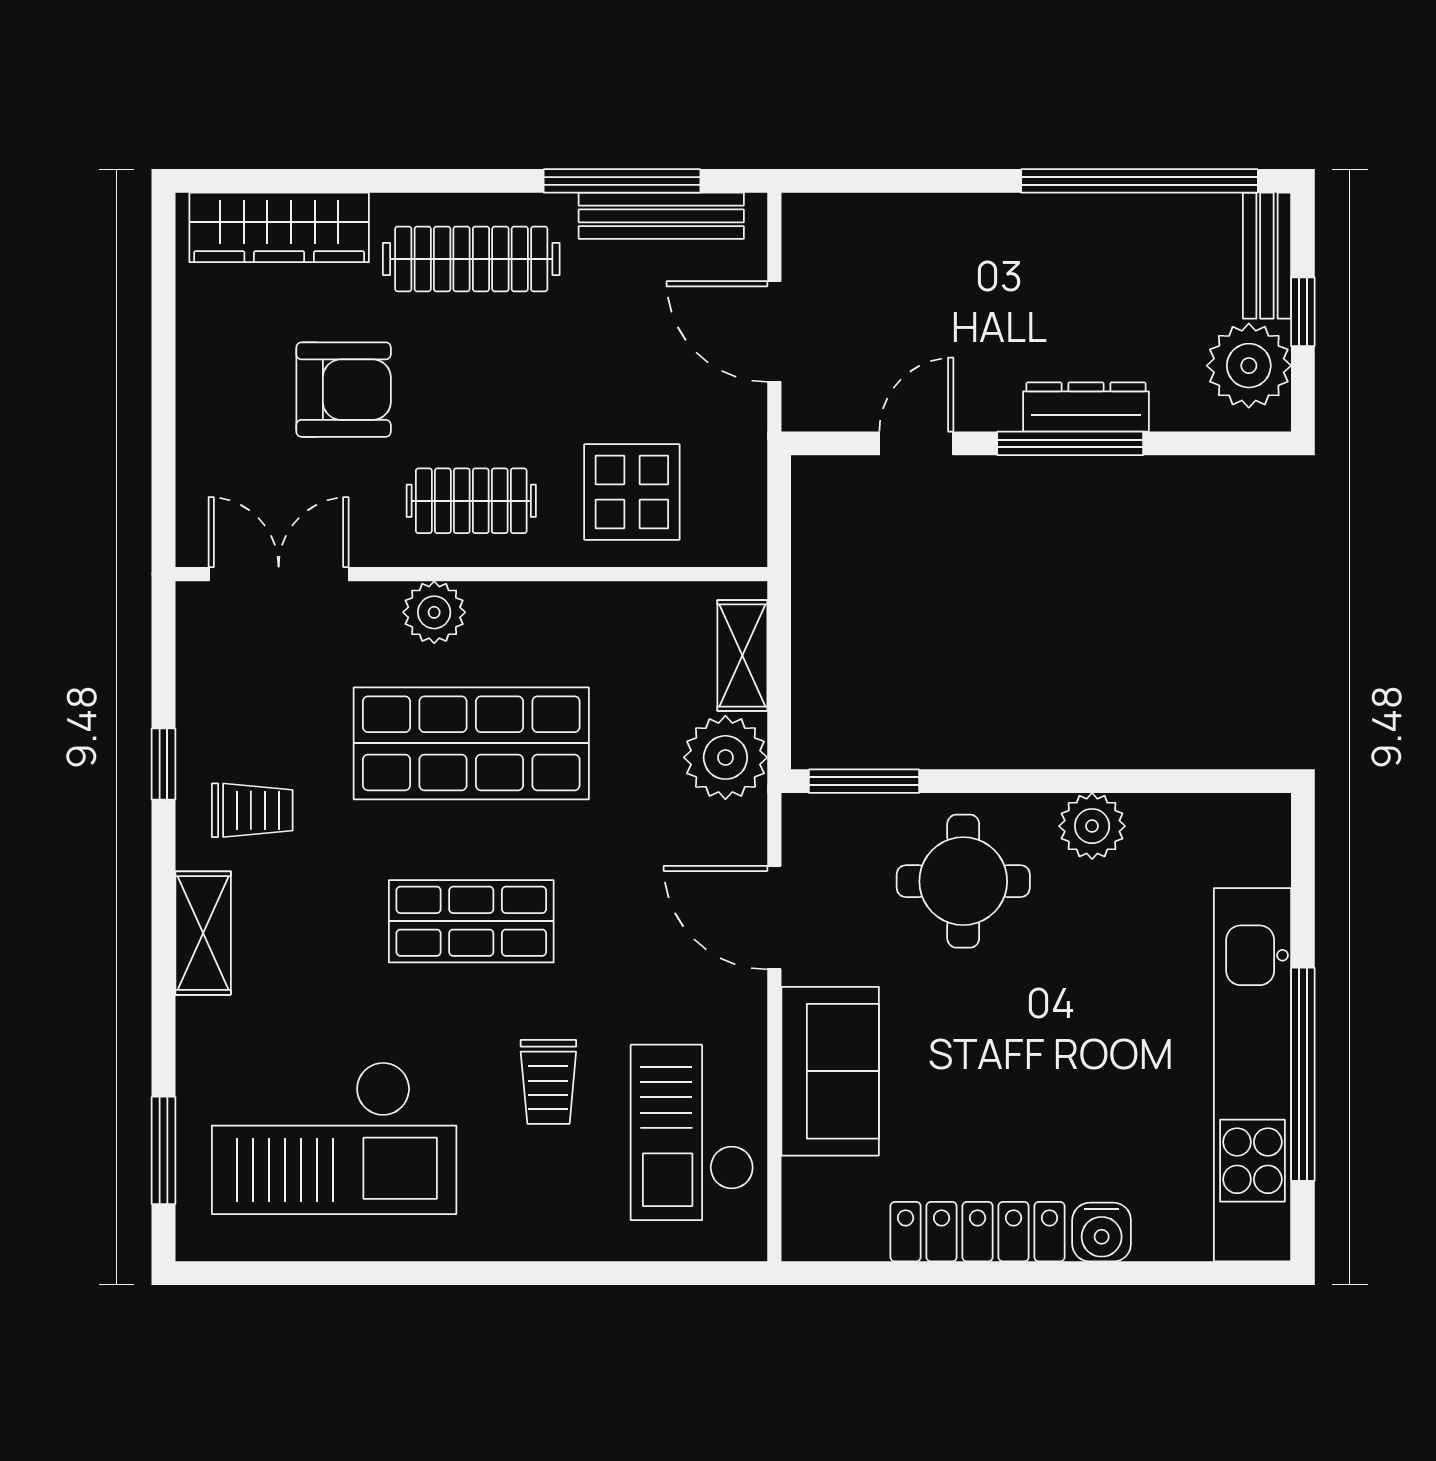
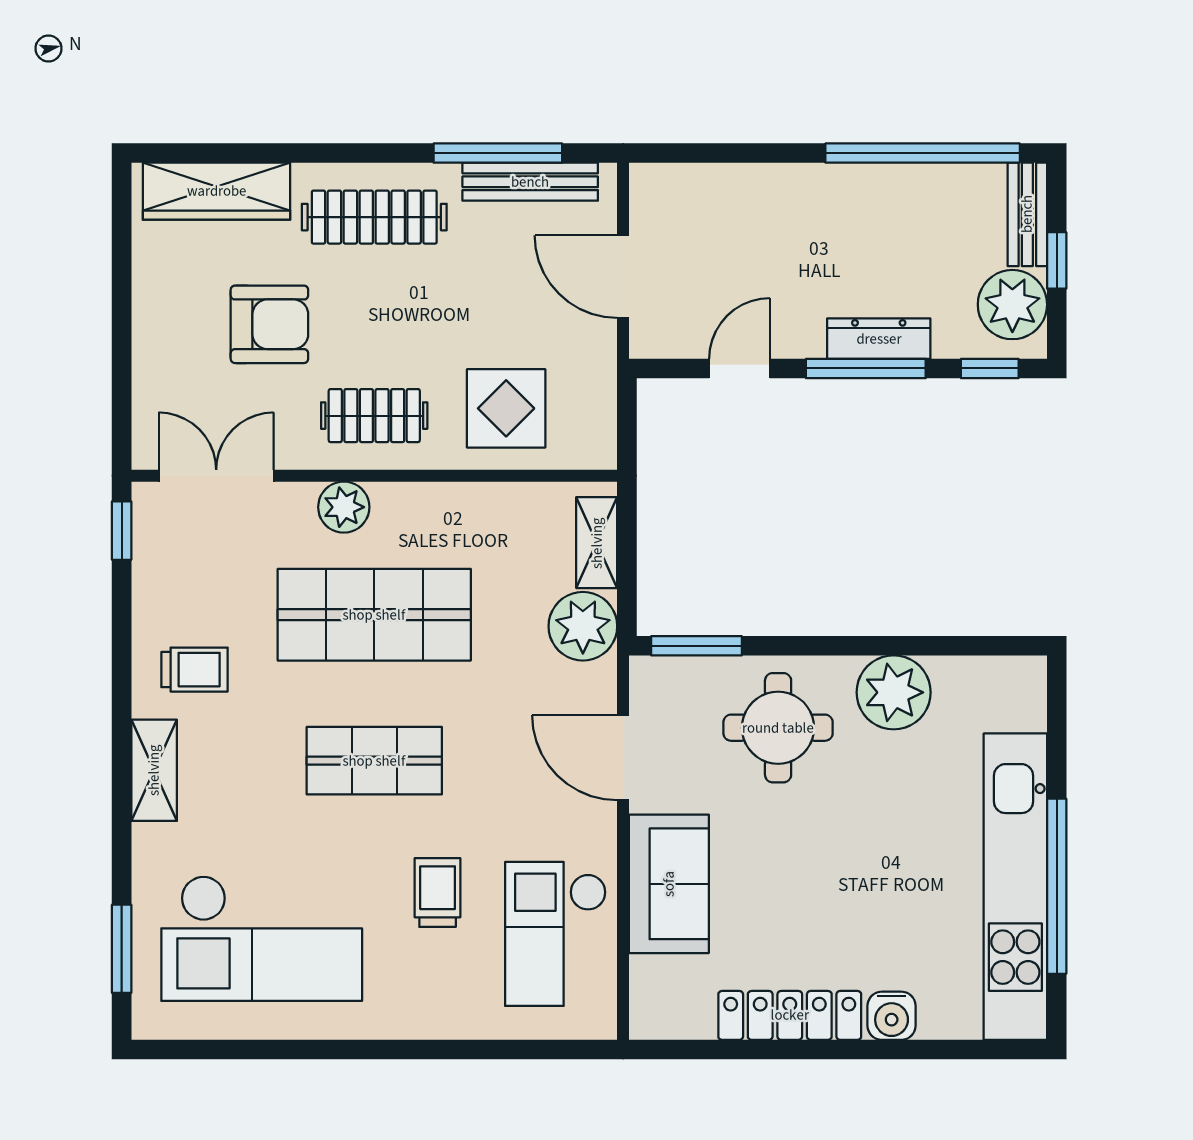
window: (1221, 443) -> (990, 368), added
window: (163, 764) -> (122, 531), moved
plant: (1092, 826) -> (894, 692), width x1.36, depth x1.36
trolley: (548, 1082) -> (438, 892), turned 180

